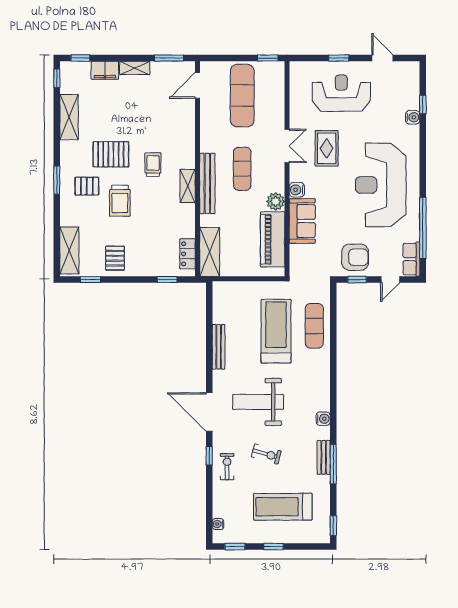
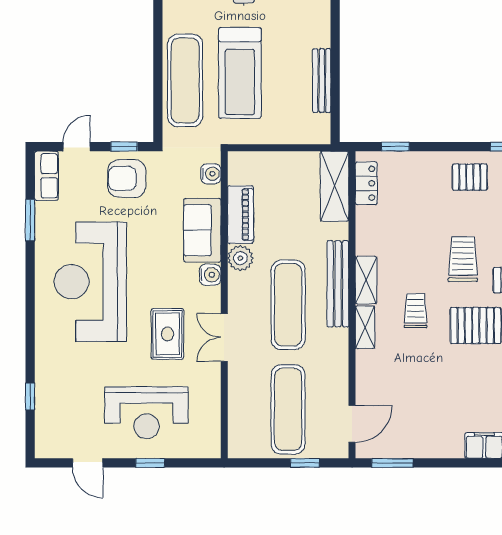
window: (268, 58) -> (305, 463), moved
shelving: (135, 68) -> (365, 327), moved, turned 90
water cooler: (413, 117) -> (211, 174), moved, turned 180
trolley: (153, 165) -> (416, 311), turned 180
exercise mat: (242, 169) -> (288, 305), width x1.36, depth x1.45
reception desk: (381, 185) -> (90, 282), turned 180
window: (423, 228) -> (30, 220), width x0.47
piano: (273, 239) -> (240, 215), width x0.73, depth x0.75
pallet: (115, 258) -> (470, 177), turned 90
exercise mat: (314, 326) -> (185, 80), width x1.36, depth x1.45
bench: (219, 347) -> (322, 81), moved

